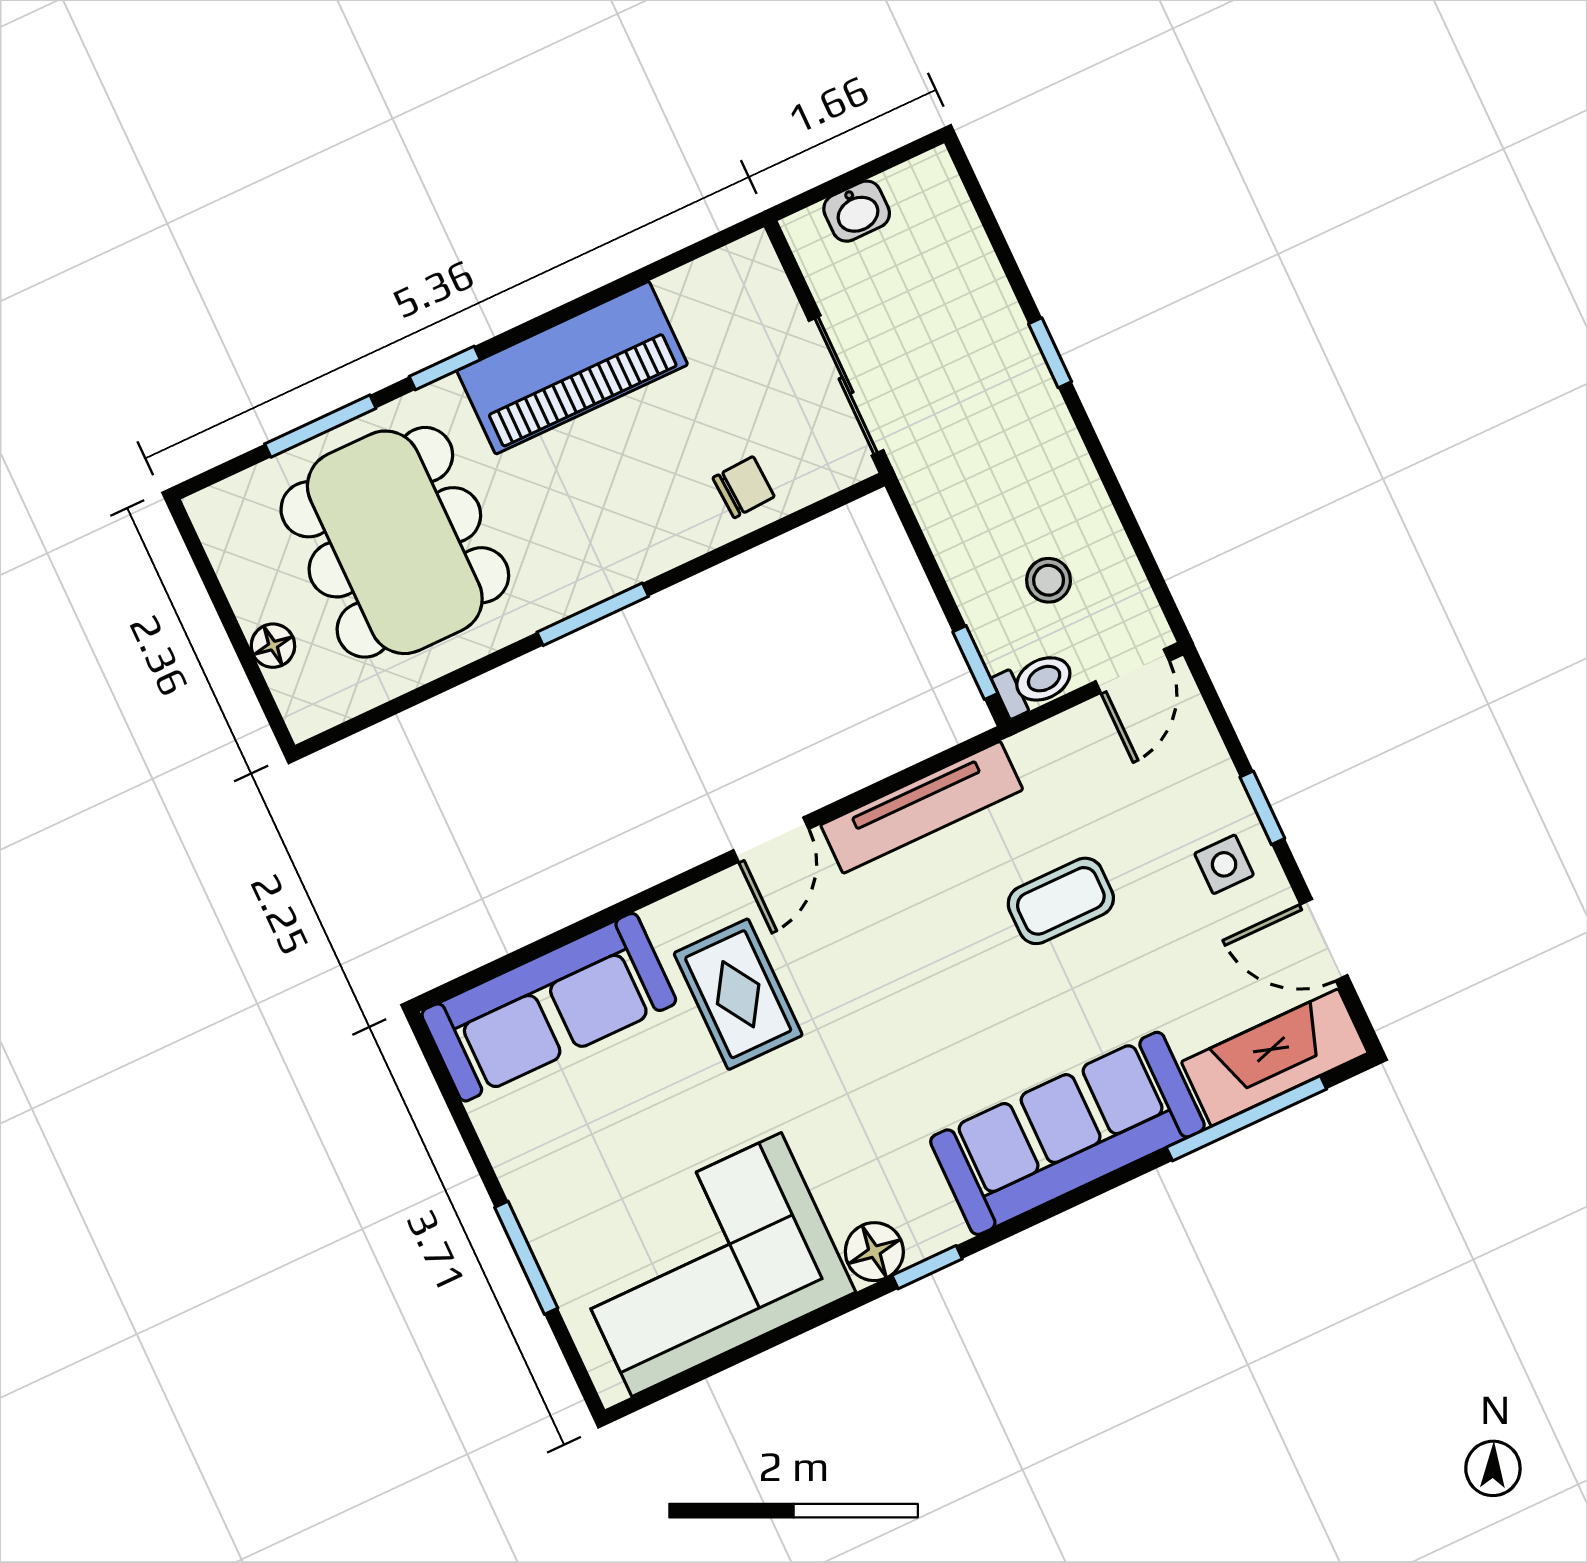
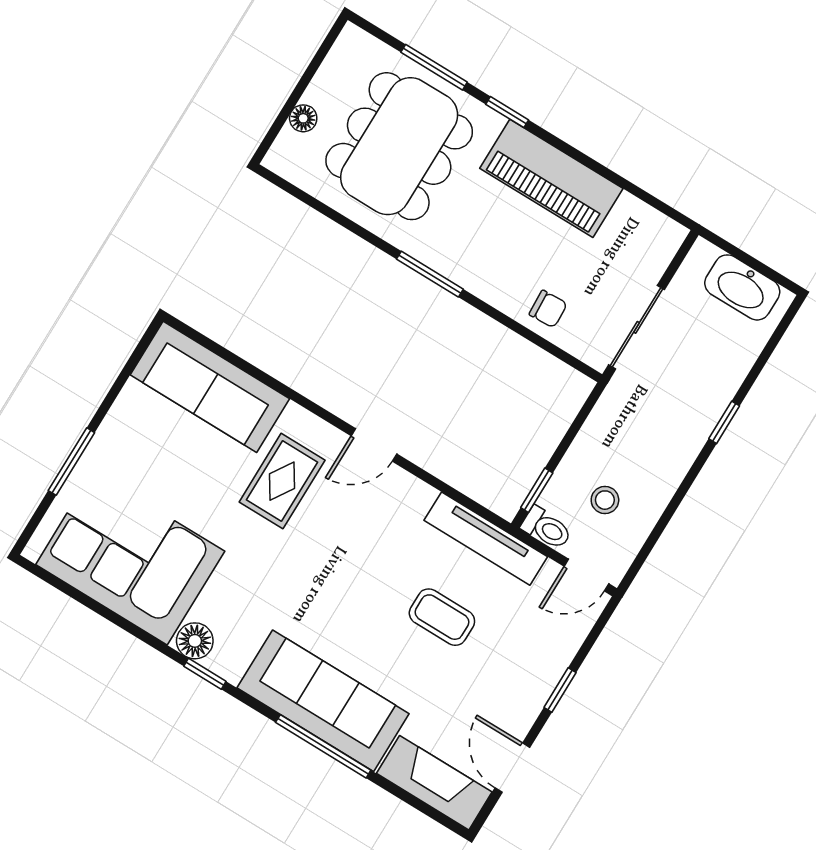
washbasin: (857, 211) -> (742, 287), width x1.91, depth x1.45
tv unit: (922, 807) -> (486, 539), moved
side table: (1224, 864) -> (517, 690), removed
window: (1246, 1118) -> (323, 746), moved

